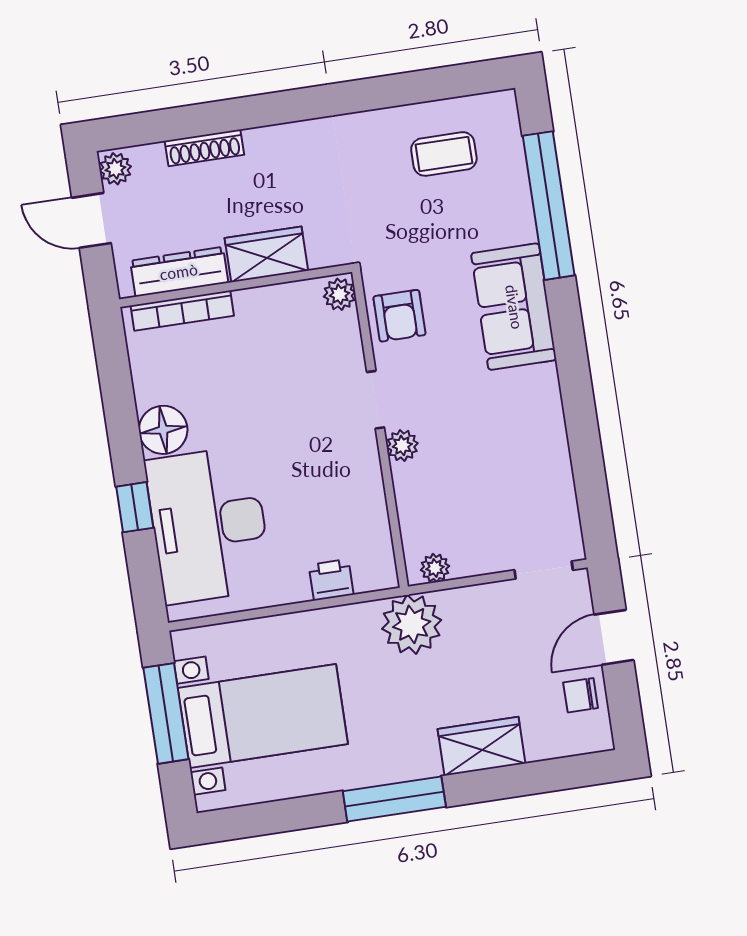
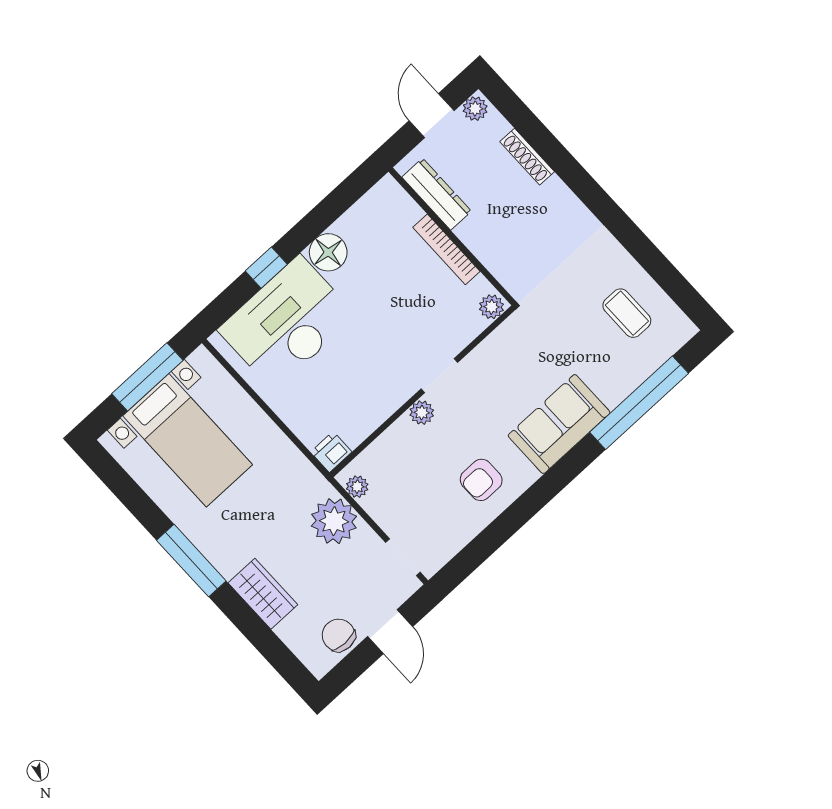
wardrobe: (266, 254) -> (486, 243), removed
bookcase: (182, 311) -> (446, 249), moved
armchair: (399, 316) -> (481, 480), moved
printer: (331, 580) -> (331, 452), moved, turned -90
plant: (412, 624) -> (334, 521), moved
door: (614, 637) -> (390, 632), swing flipped
chair: (581, 695) -> (339, 635), width x1.37, depth x1.37

